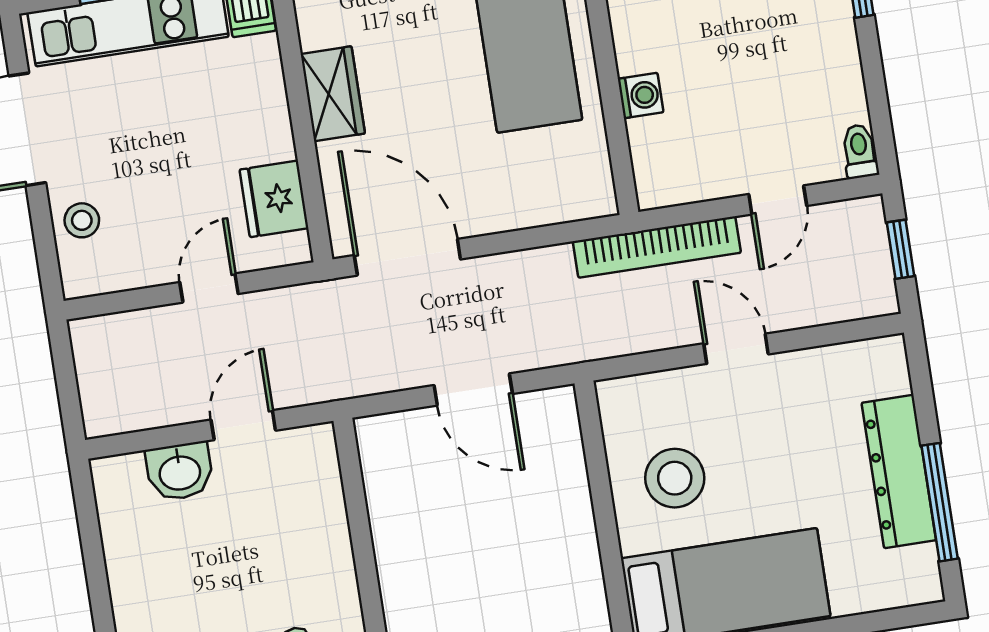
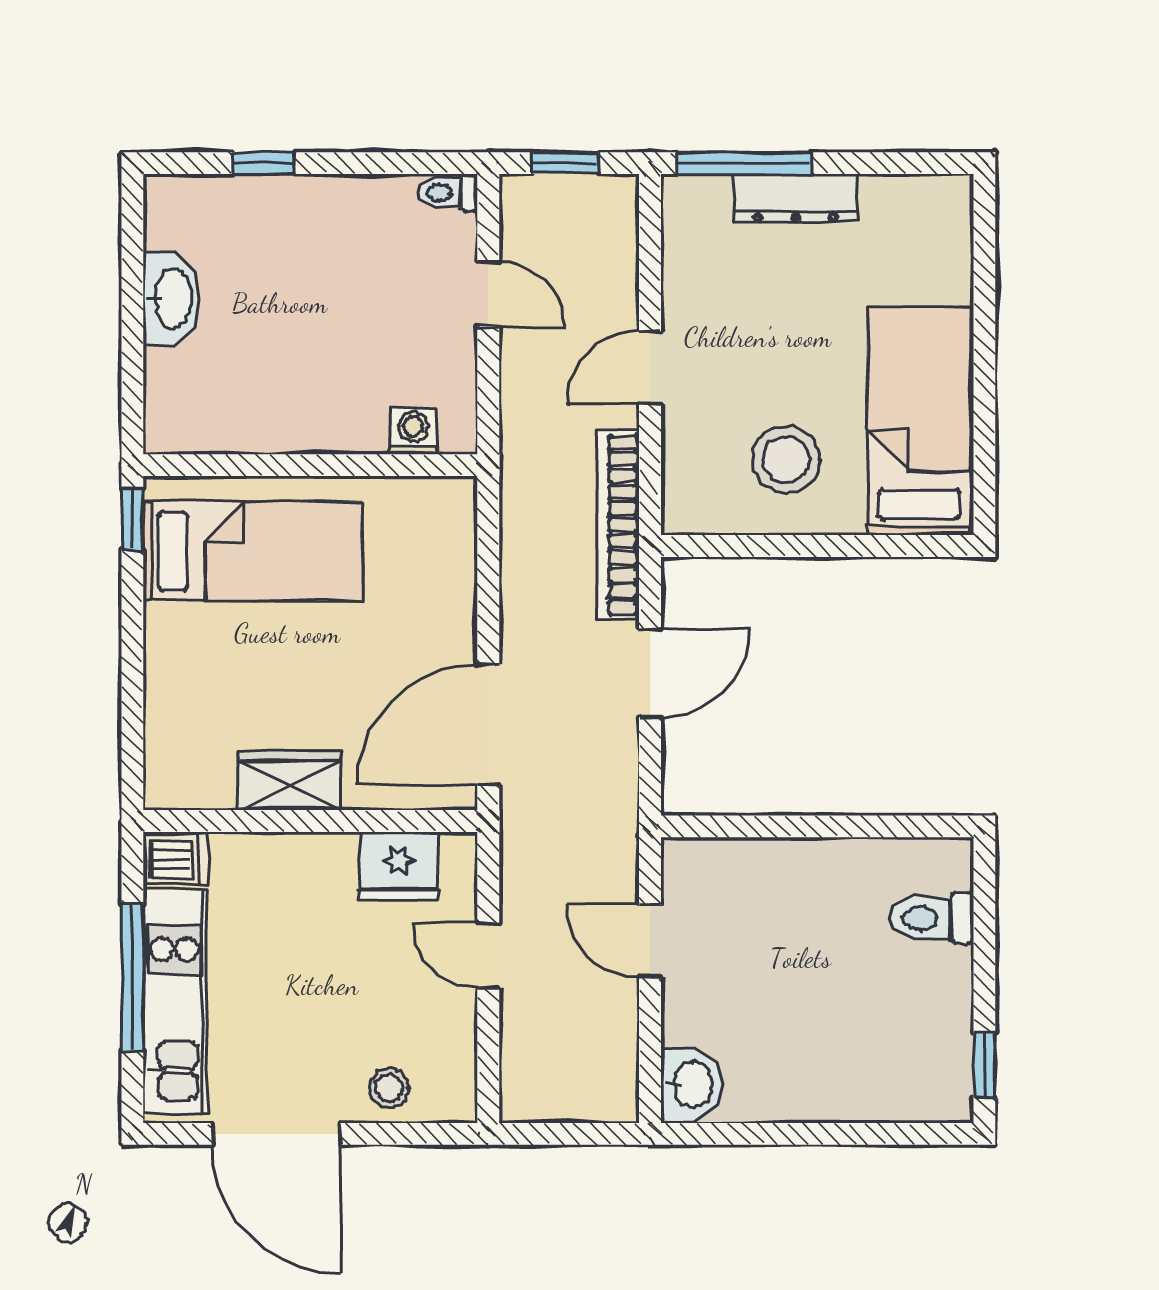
washing machine: (641, 96) -> (413, 431), moved
bookcase: (657, 247) -> (618, 525), moved, turned 180
washbasin: (180, 471) -> (691, 1084), moved
dresser: (899, 471) -> (795, 198), width x0.73, depth x0.80
window: (940, 502) -> (744, 163), moved

